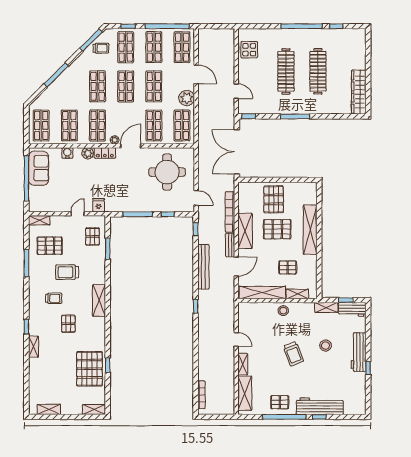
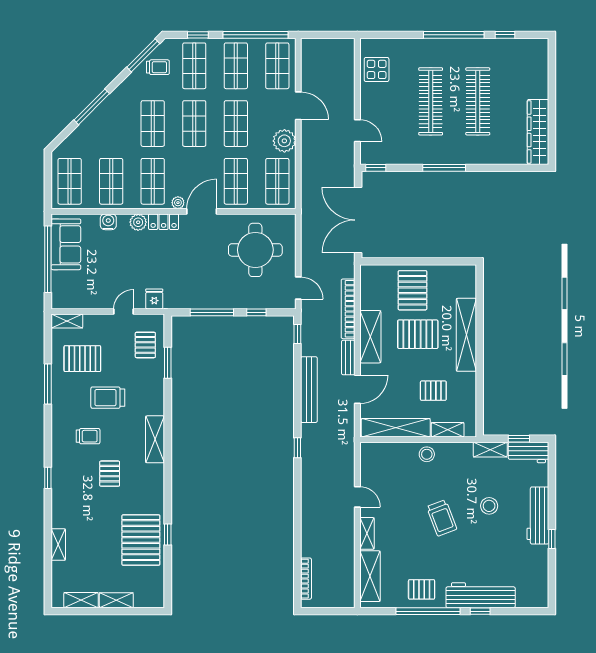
shelving: (34, 347) -> (58, 545), moved
shelving: (94, 410) -> (116, 600), moved

